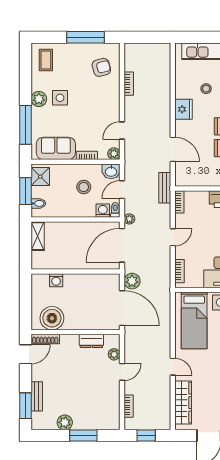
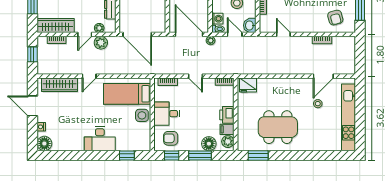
fridge: (183, 109) -> (248, 85), moved
door: (173, 149) -> (323, 76), moved
plant: (114, 154) -> (264, 28), removed
bench: (165, 188) -> (236, 70), removed
plant: (132, 281) -> (101, 43), moved
door: (122, 308) -> (137, 34), hinge flipped
door: (122, 372) -> (85, 34), hinge flipped
wardrobe: (111, 407) -> (56, 26), added

